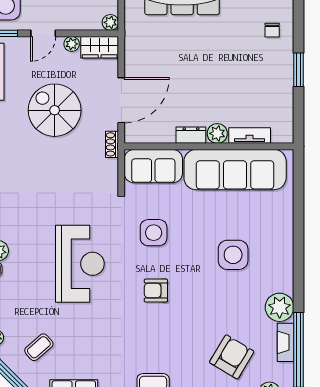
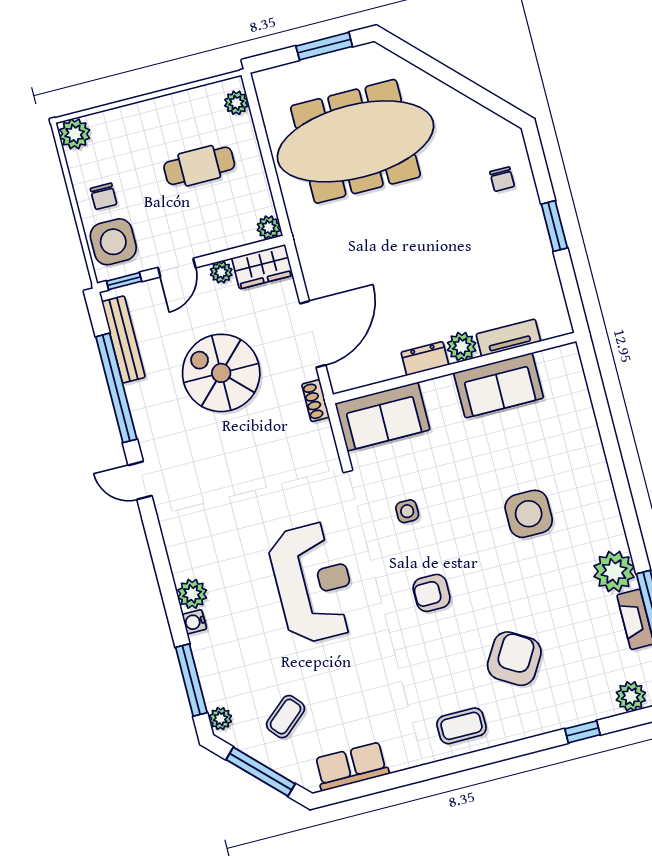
sofa: (235, 170) -> (499, 385), width x0.54, depth x0.79
side table: (154, 233) -> (407, 511), width x0.54, depth x0.54
armchair: (232, 357) -> (514, 659), moved

